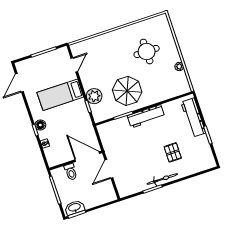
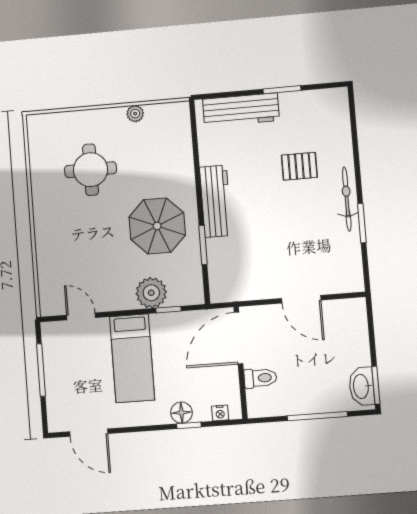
door: (87, 157) -> (238, 338), moved
wall: (76, 161) -> (240, 363), moved
toilet: (71, 172) -> (260, 378), moved

